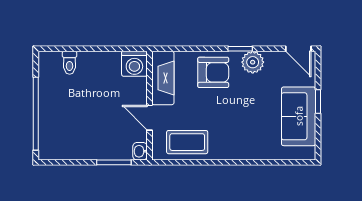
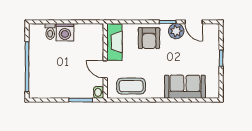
door: (298, 49) -> (194, 22), moved
washing machine: (134, 64) -> (65, 32), moved
armchair: (213, 72) -> (149, 38), turned 90
sofa: (299, 116) -> (185, 87), moved, turned 90

